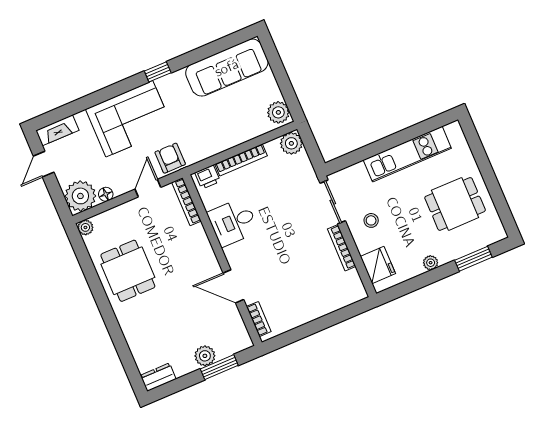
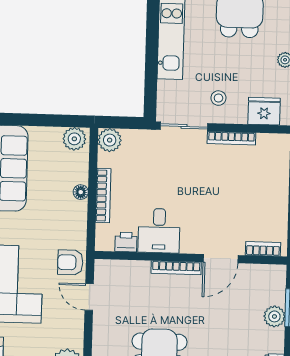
printer: (207, 177) -> (126, 242), moved, turned -90
floor lamp: (106, 194) -> (81, 192), moved
bookcase: (186, 202) -> (176, 268), moved

